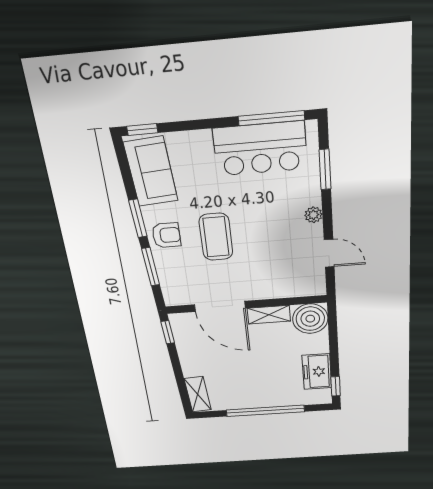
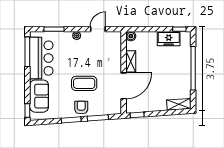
sofa: (151, 172) -> (39, 96), moved, turned 94
boiler: (310, 319) -> (131, 36), width x0.54, depth x0.54

